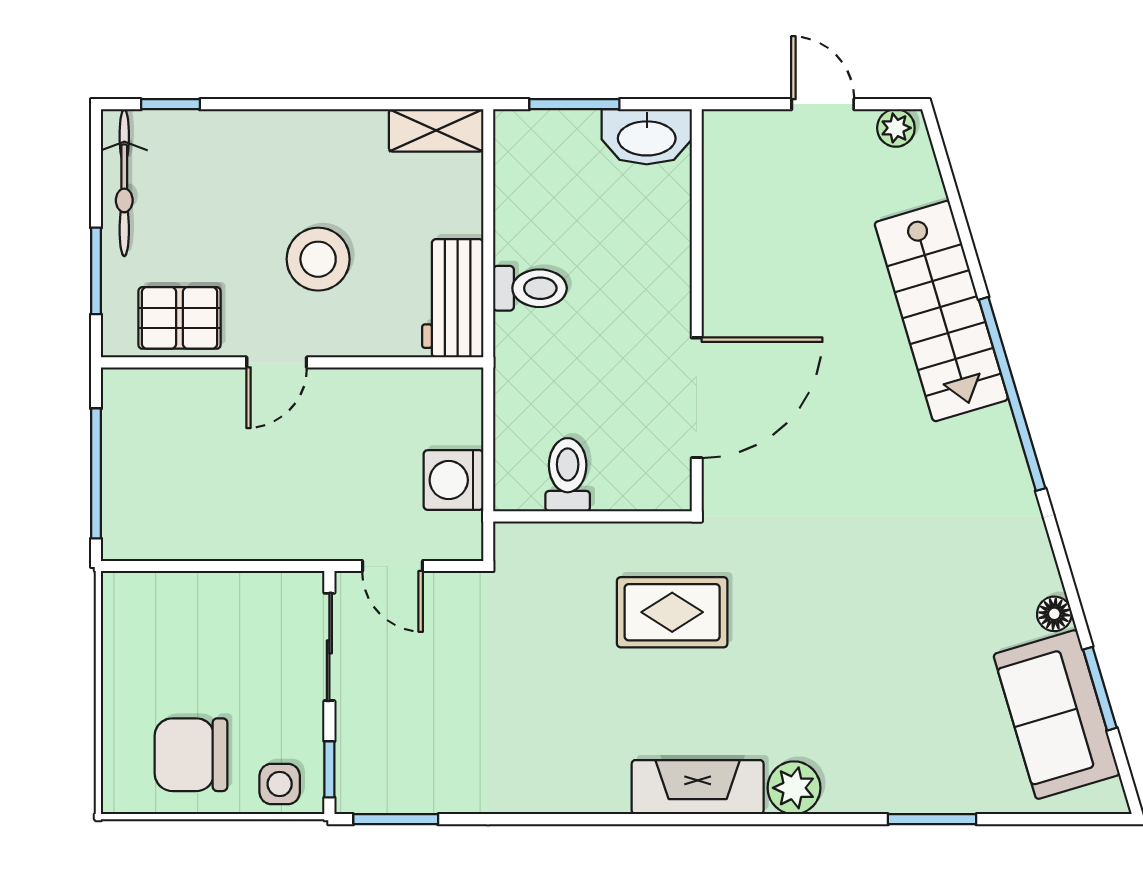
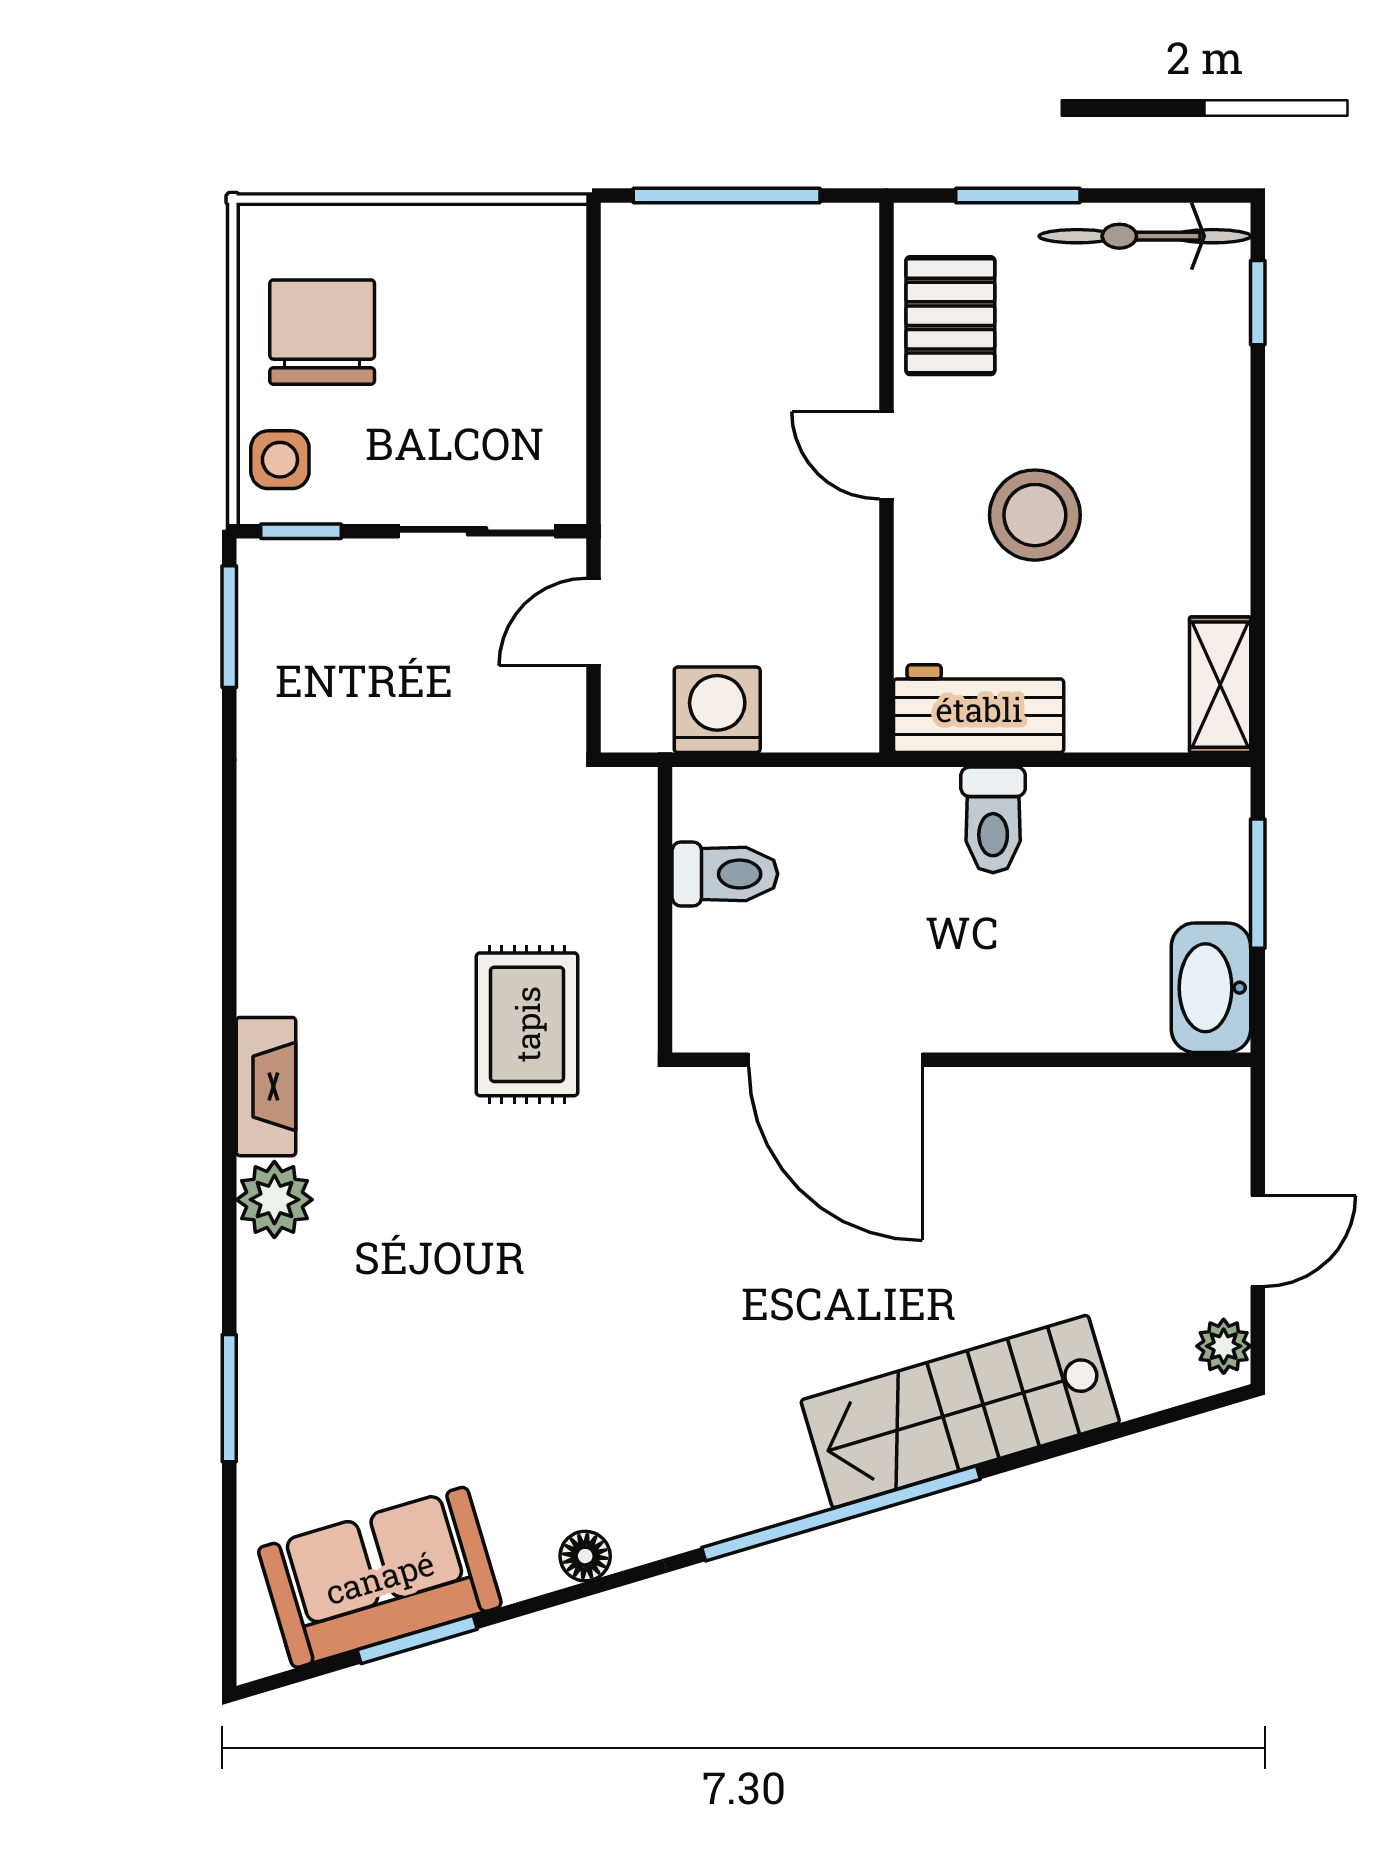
floor lamp: (1054, 614) -> (585, 1556), moved
fireplace: (698, 787) -> (266, 1087), width x0.73, depth x0.76

